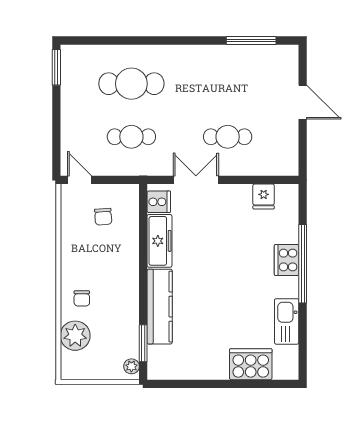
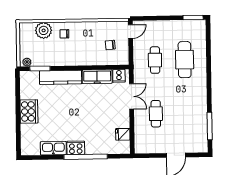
cooker: (287, 260) -> (76, 148), moved
cooker: (251, 364) -> (29, 111), moved

